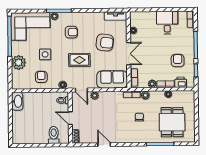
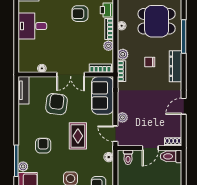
double door: (129, 54) -> (71, 75), swing flipped
door: (81, 90) -> (115, 134), swing flipped
toilet: (54, 135) -> (171, 156), moved
dresser: (136, 138) -> (176, 66), added

